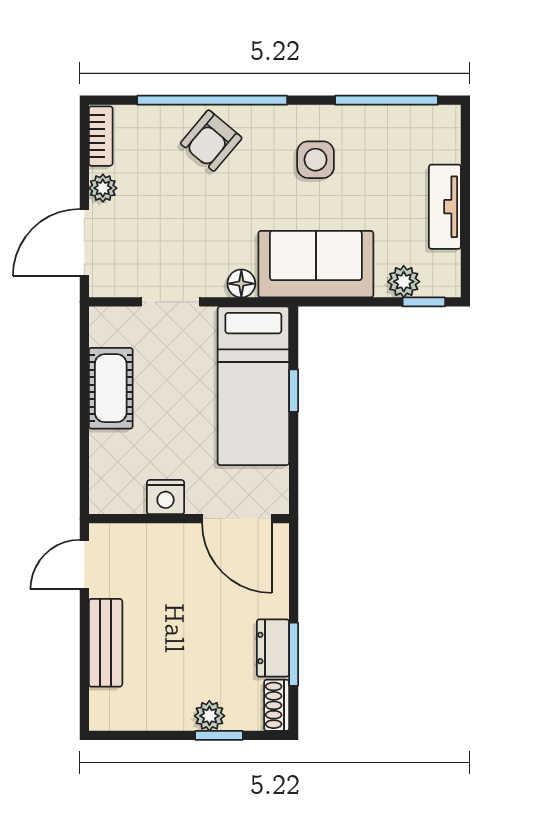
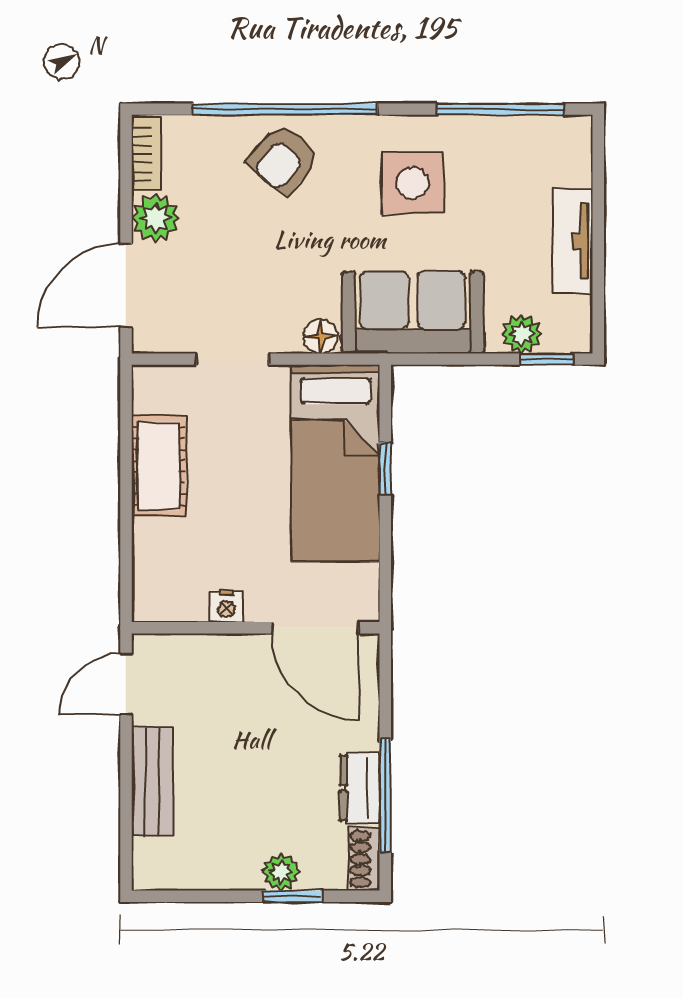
side table: (316, 160) -> (412, 183), width x1.37, depth x1.37
plant: (103, 188) -> (155, 218), width x1.38, depth x1.38
nightstand: (166, 497) -> (227, 607), width x0.72, depth x0.74
window: (294, 654) -> (385, 796), width x1.44

